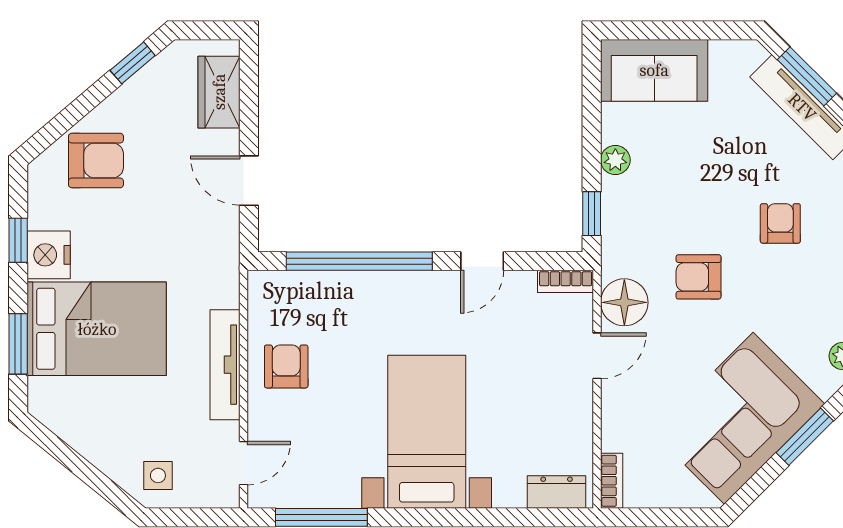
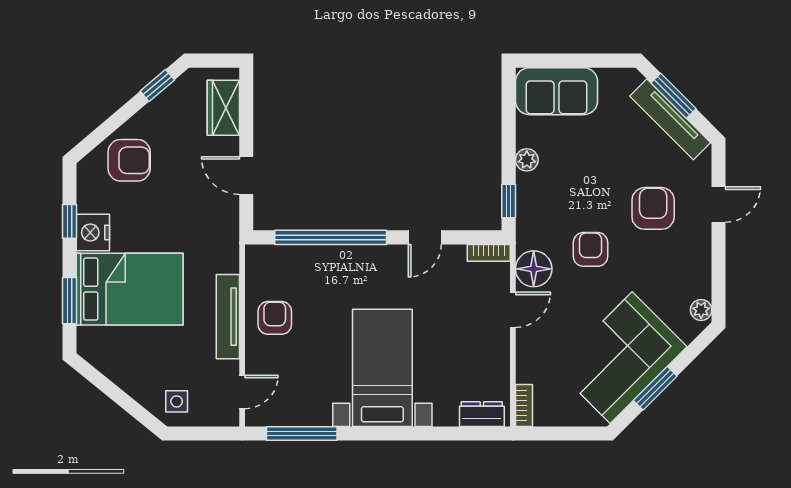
armchair: (780, 223) -> (653, 208), width x1.38, depth x1.38
armchair: (699, 277) -> (591, 249), turned 90
window: (805, 437) -> (655, 388), moved

